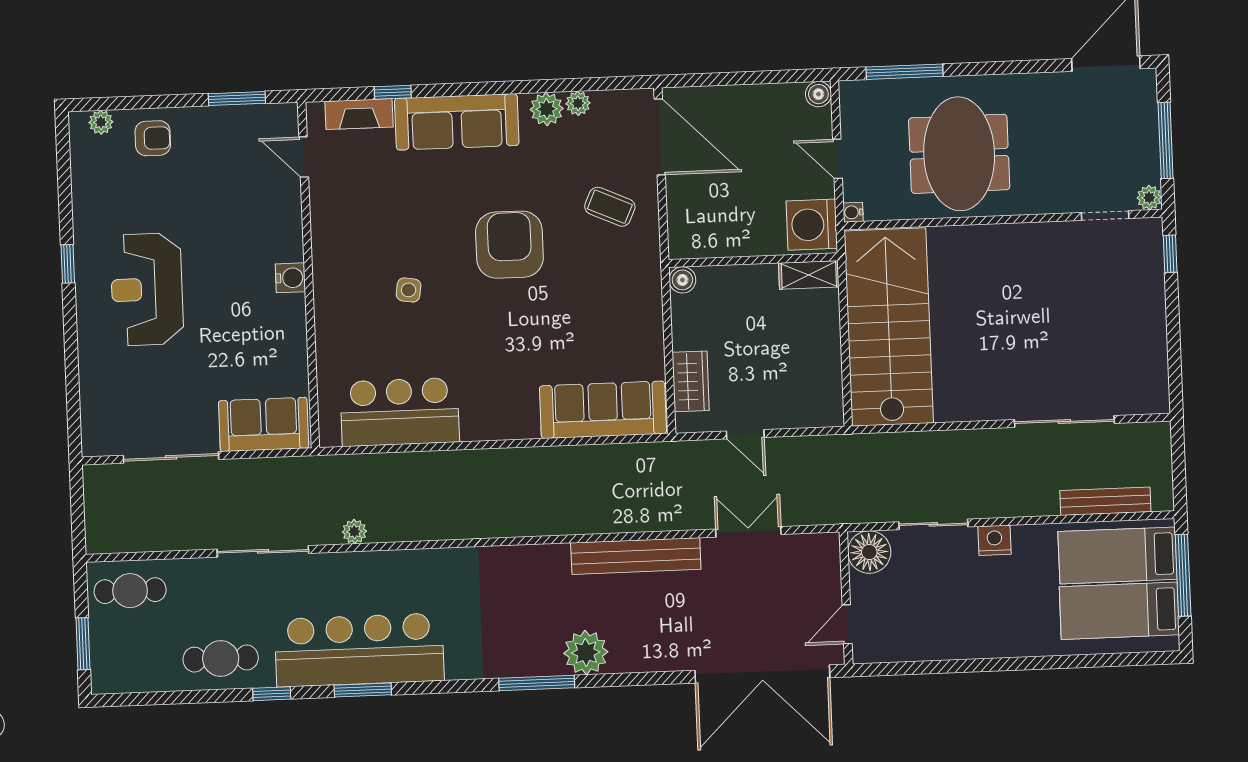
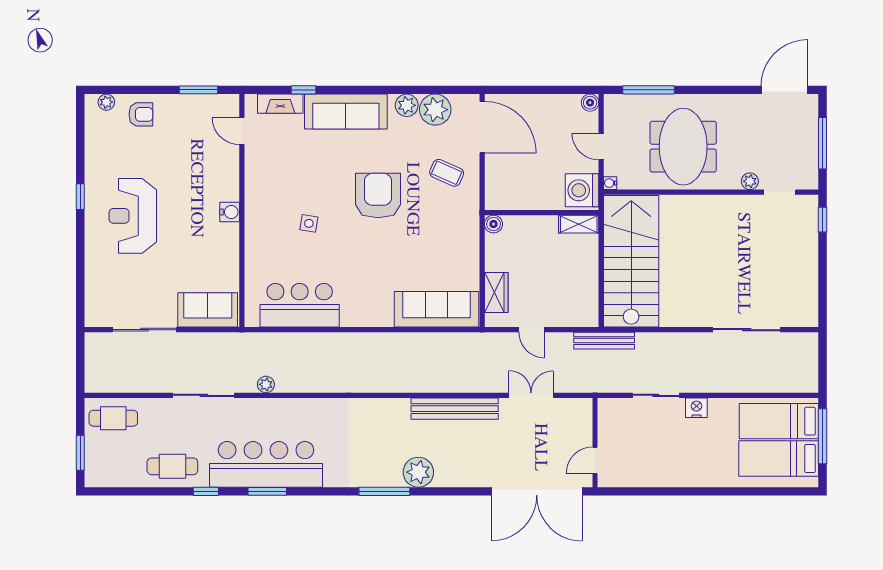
plant: (578, 103) -> (435, 110), width x1.87, depth x1.87
plant: (1149, 198) -> (750, 181), moved
bench: (1105, 501) -> (604, 341), moved
floor lamp: (869, 552) -> (612, 412), removed

